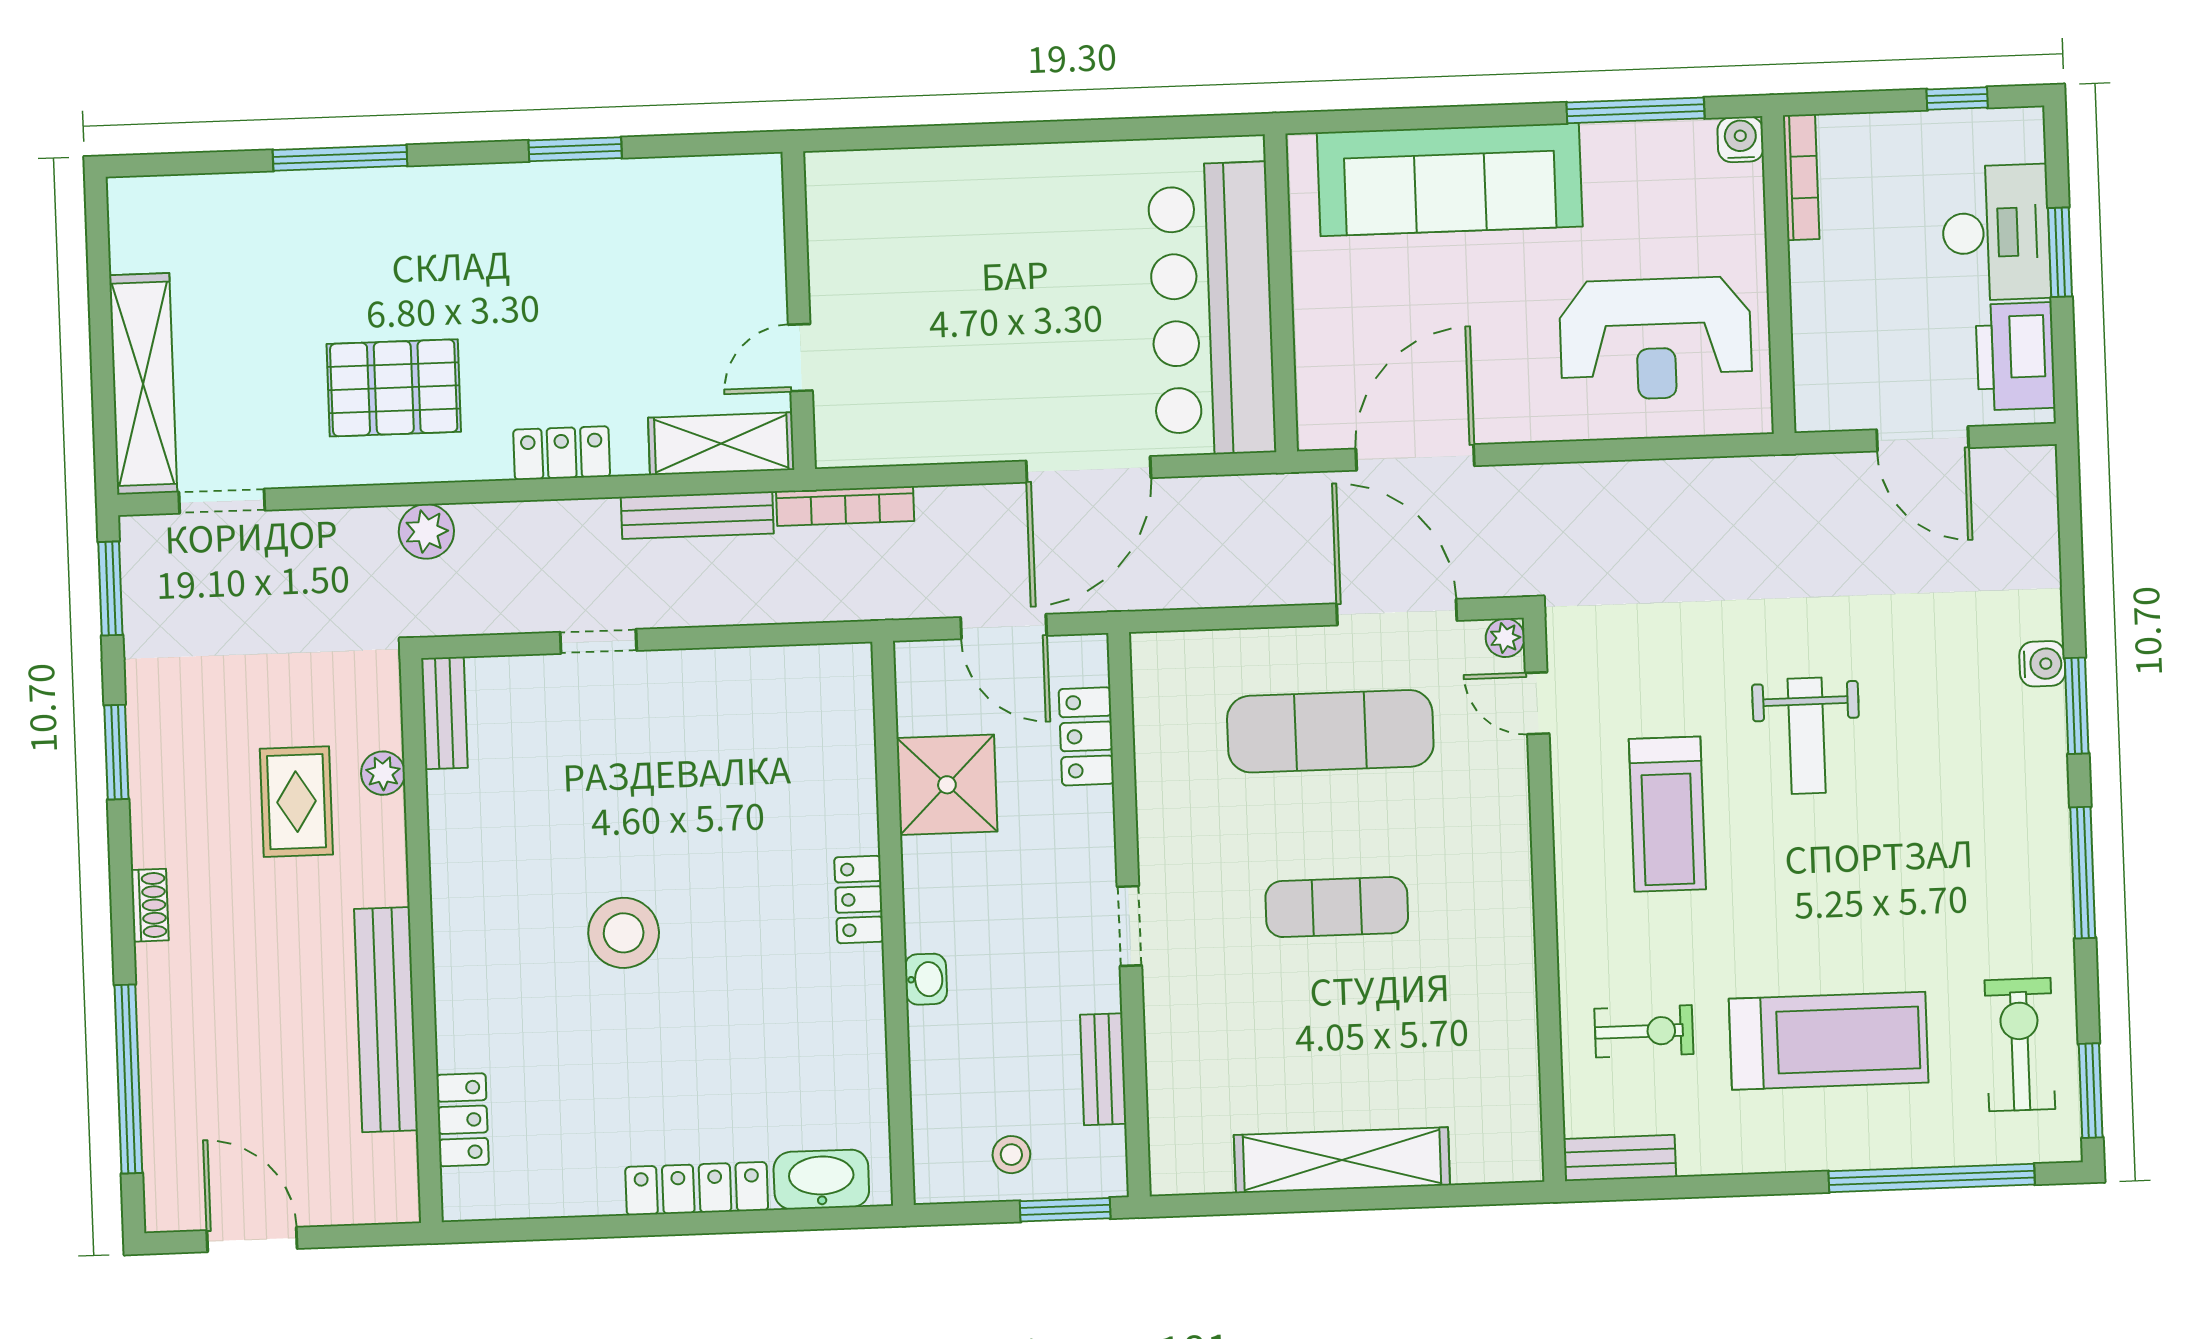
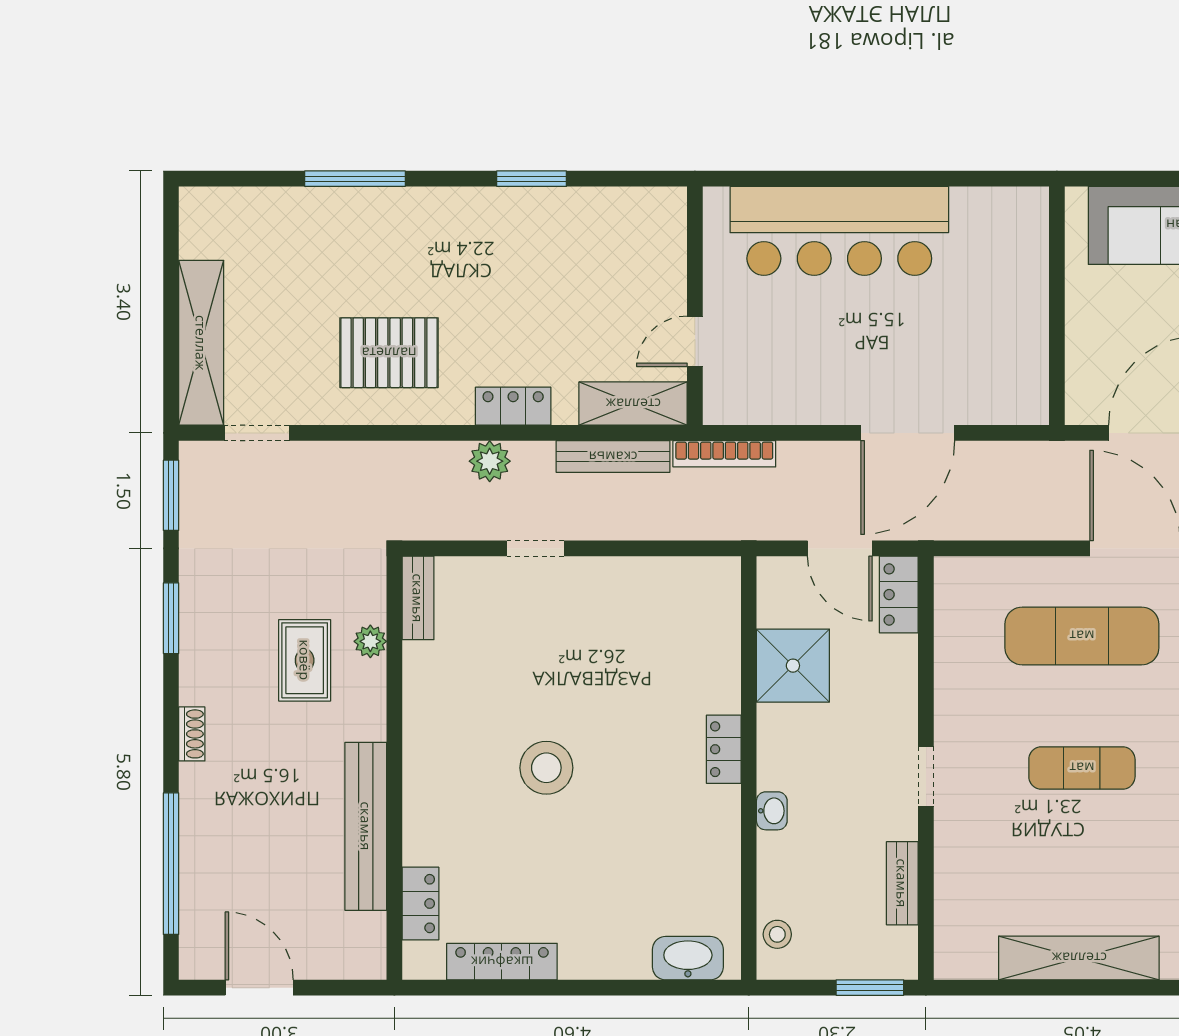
bar counter: (1212, 309) -> (839, 231), moved, turned -90
plant: (426, 531) -> (490, 461), moved
locker: (1086, 736) -> (899, 595), moved
stool: (1011, 1155) -> (777, 934), moved
locker: (697, 1189) -> (502, 962), moved

